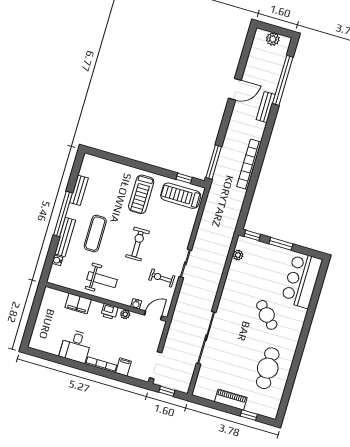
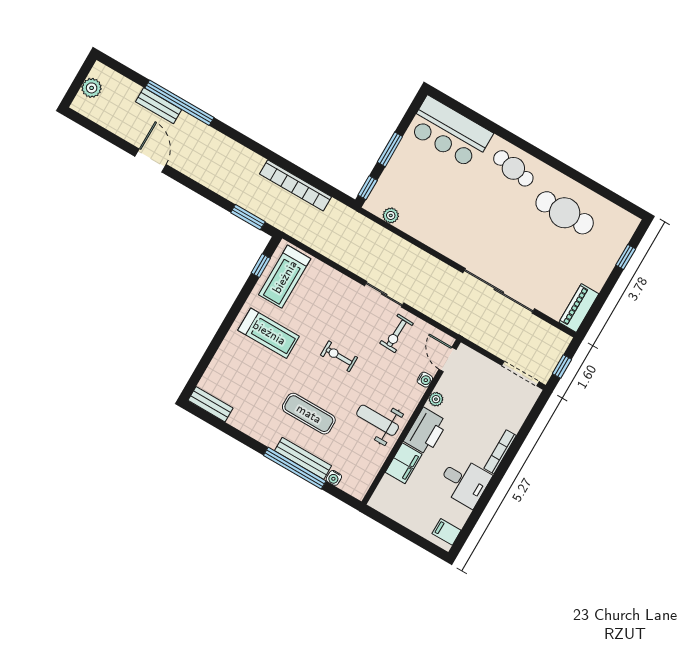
window: (283, 80) -> (179, 103), moved
bench: (266, 107) -> (159, 106), moved
window: (214, 162) -> (248, 217), width x0.69
bookcase: (249, 164) -> (296, 185), moved
bench: (79, 190) -> (211, 404), moved
window: (63, 214) -> (295, 468), moved
exercise bike: (138, 244) -> (339, 356), width x0.73, depth x0.72
weight bench: (102, 280) -> (378, 420), turned -90
printer: (109, 311) -> (426, 431), width x1.87, depth x1.48
cafe table: (267, 315) -> (513, 168), moved, turned 53
filing cabinet: (123, 367) -> (447, 532), moved
piano: (231, 400) -> (579, 308), moved

